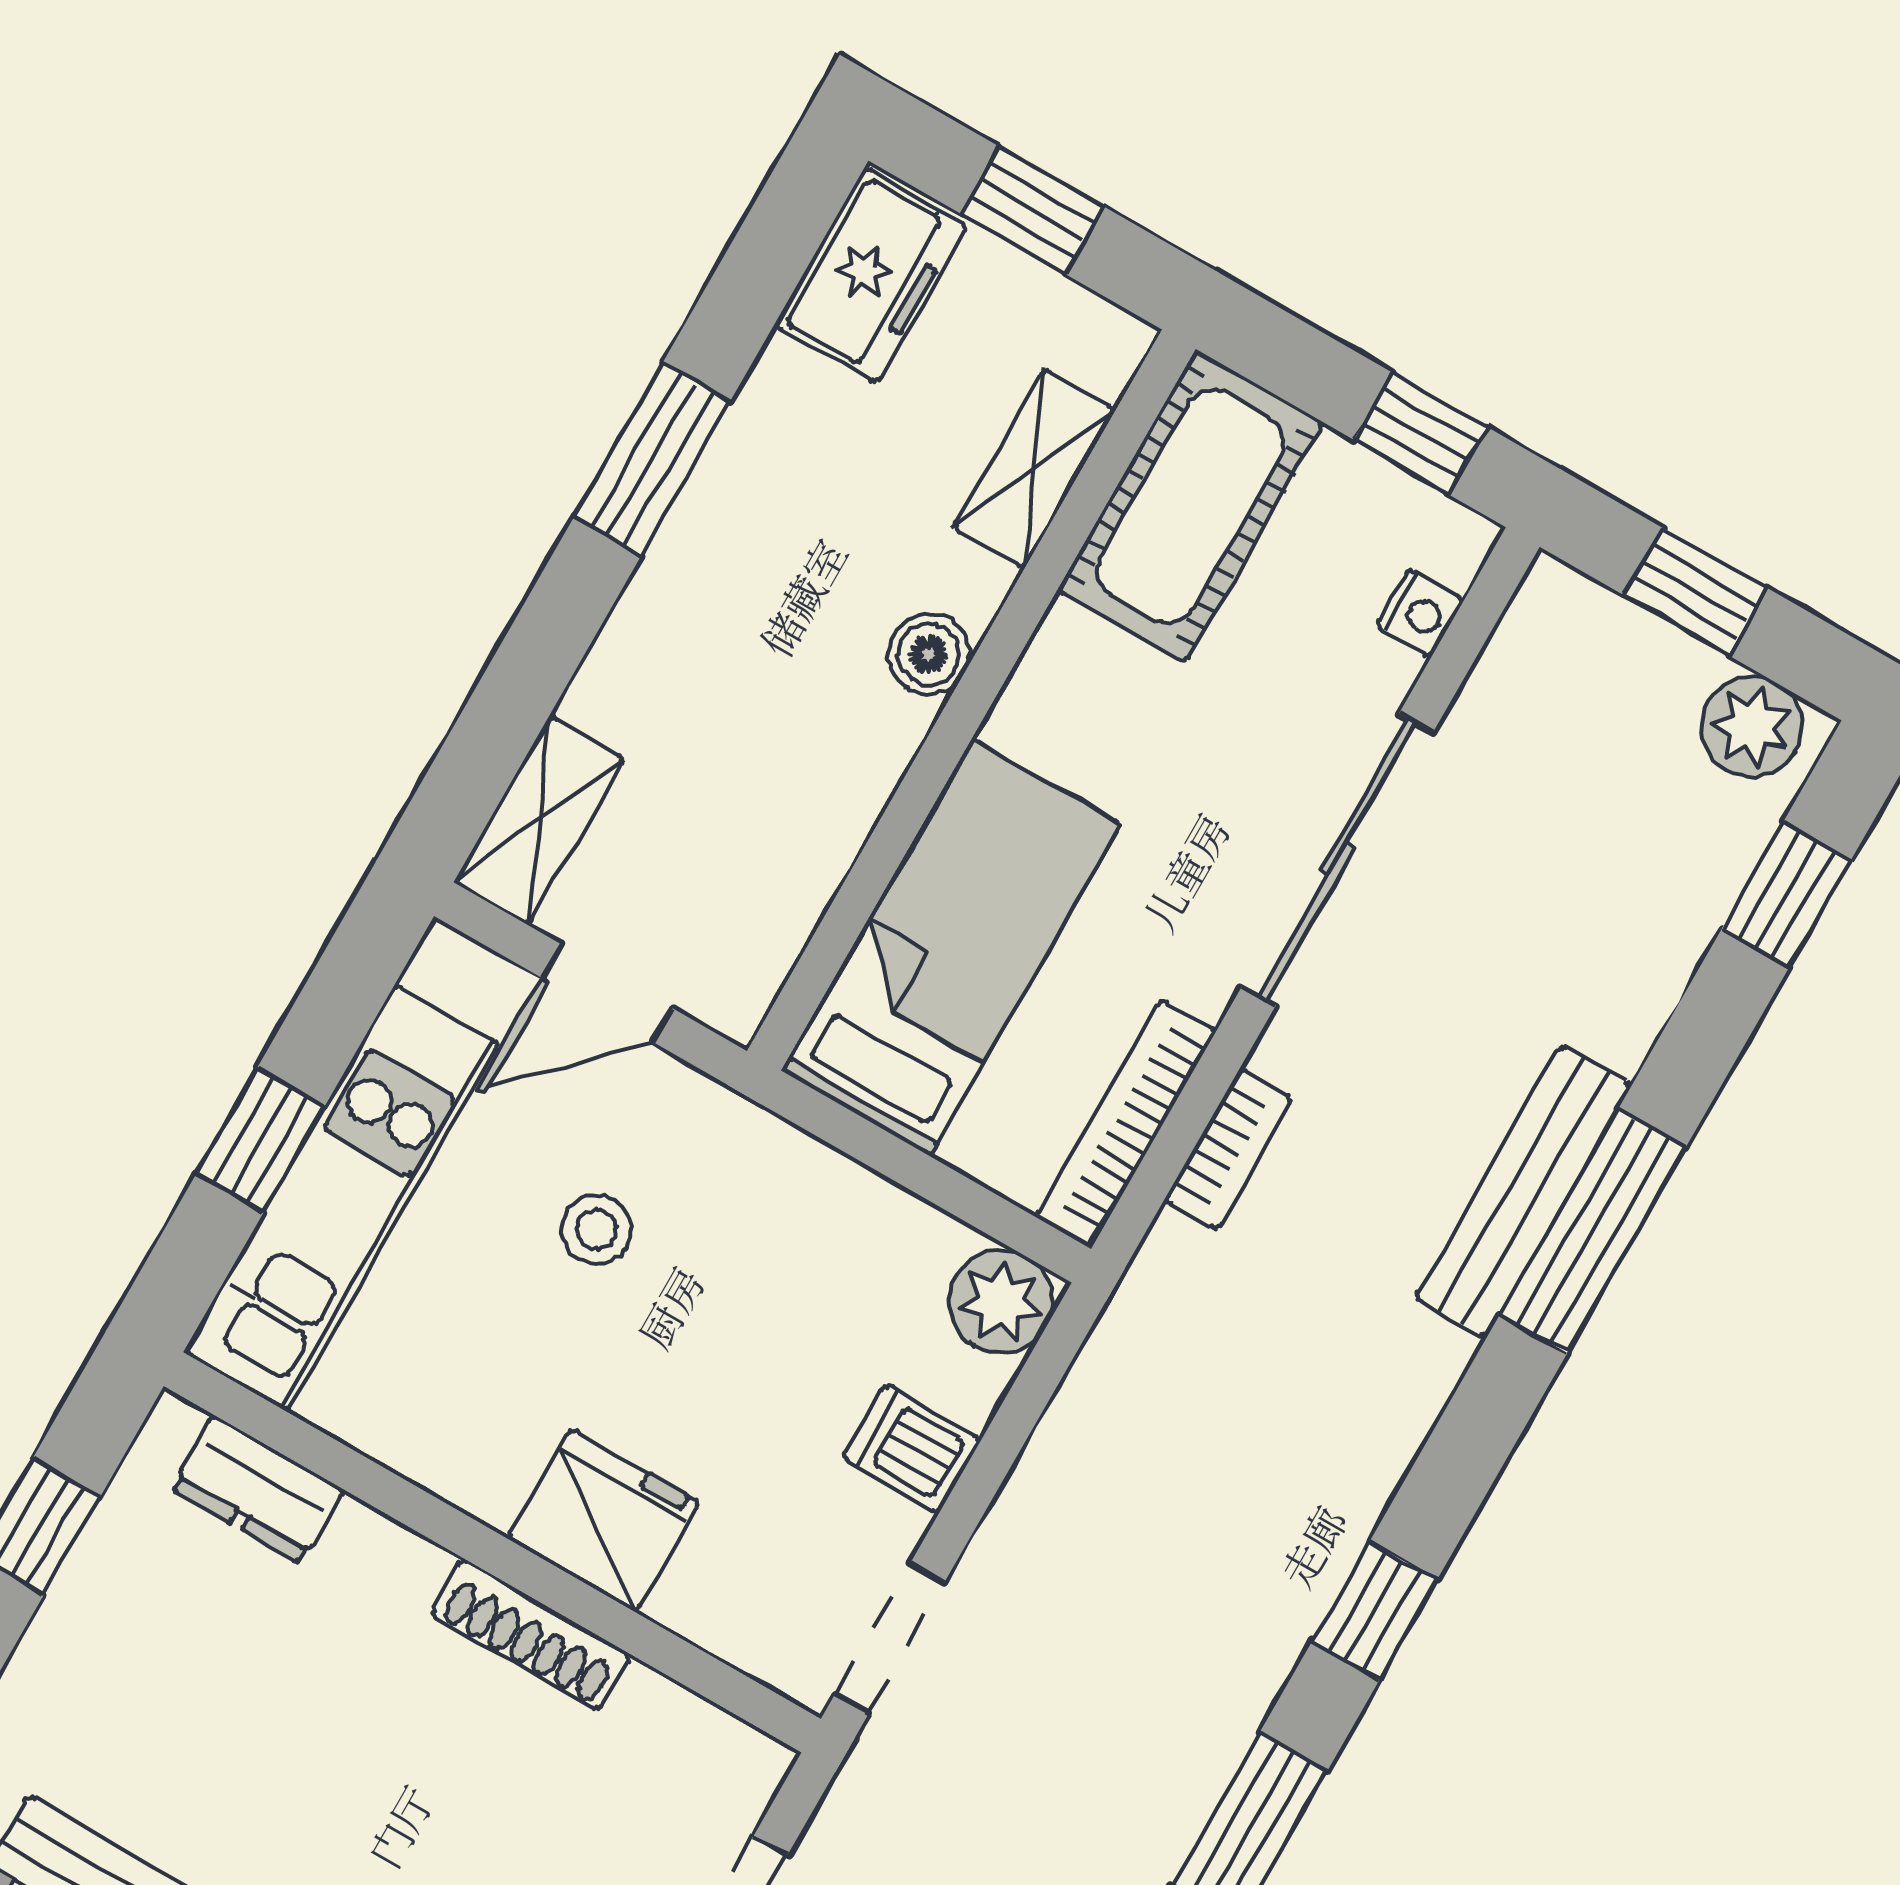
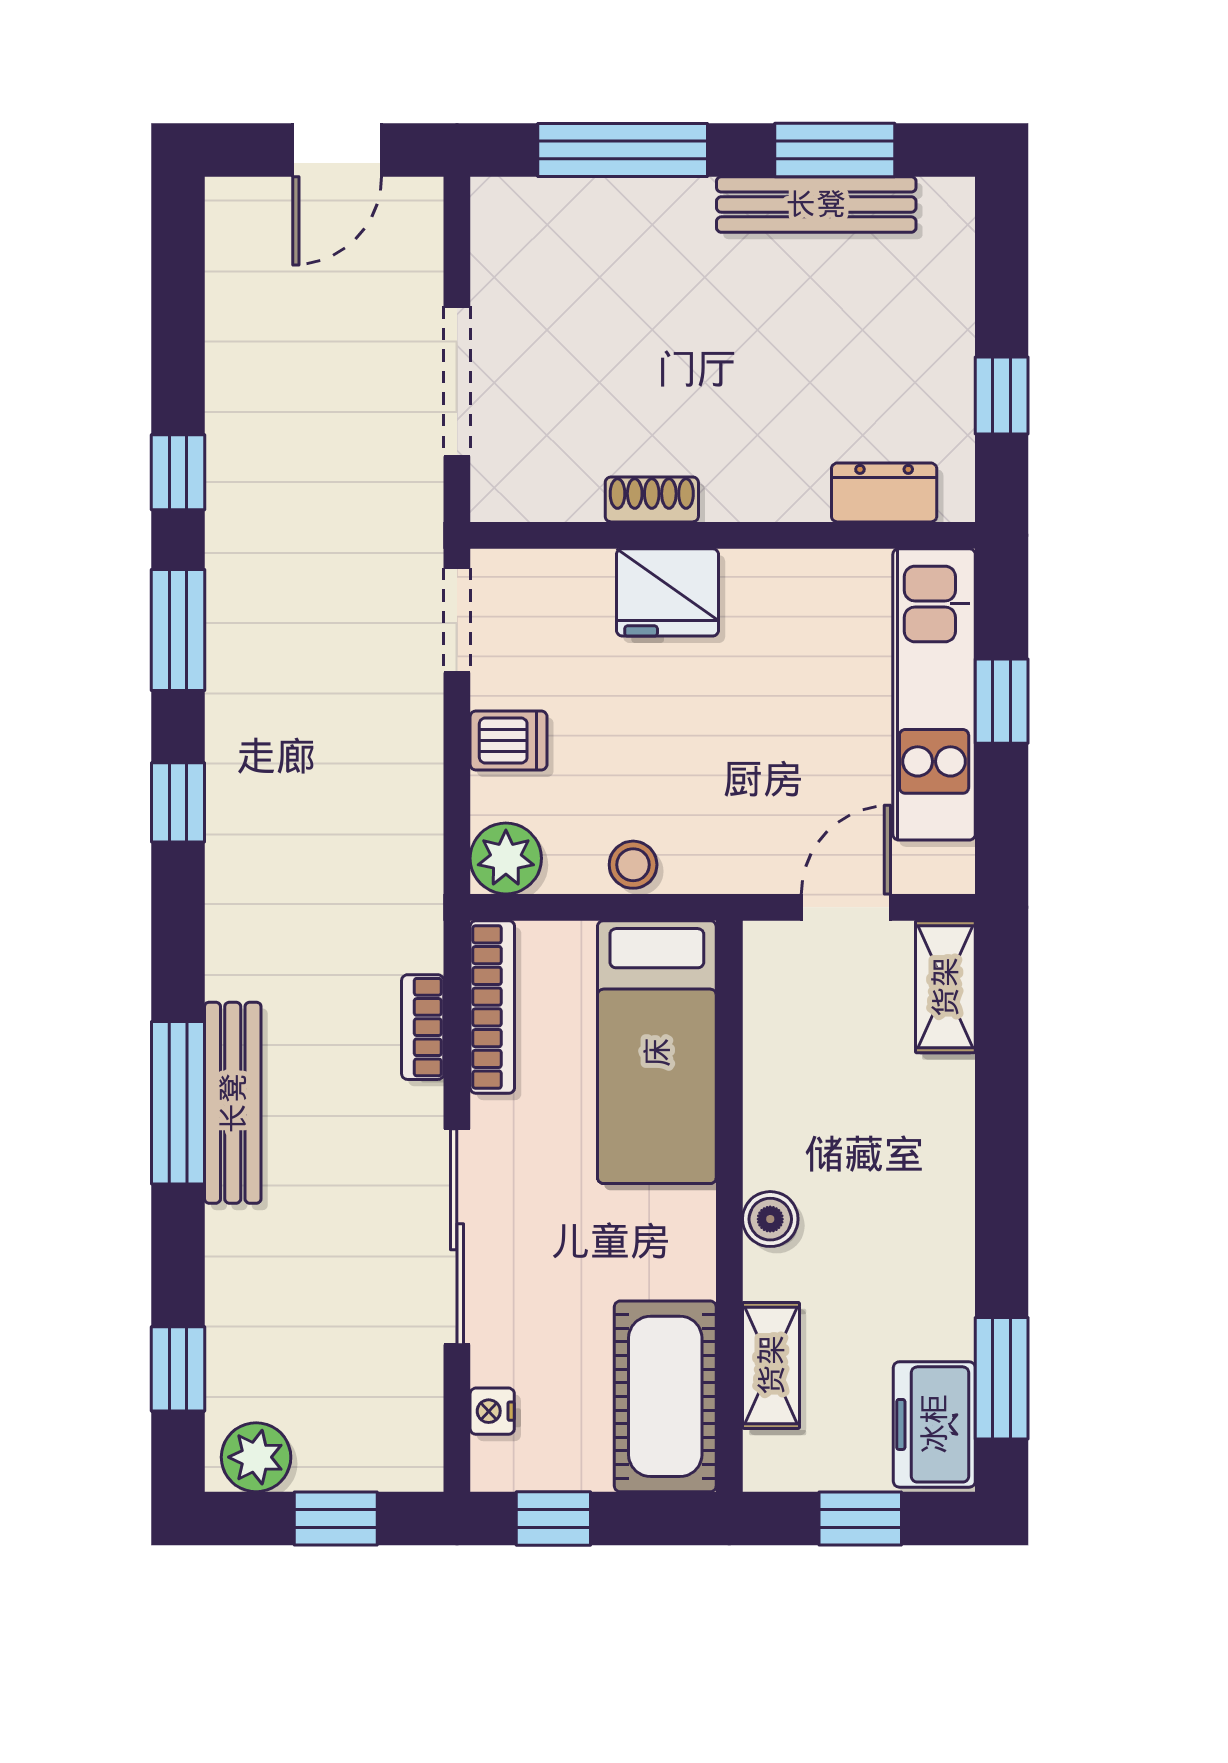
window: (652, 459) -> (1002, 1378), moved
stool: (597, 1229) -> (633, 865), moved
shoe rack: (531, 1635) -> (652, 499), width x0.70

